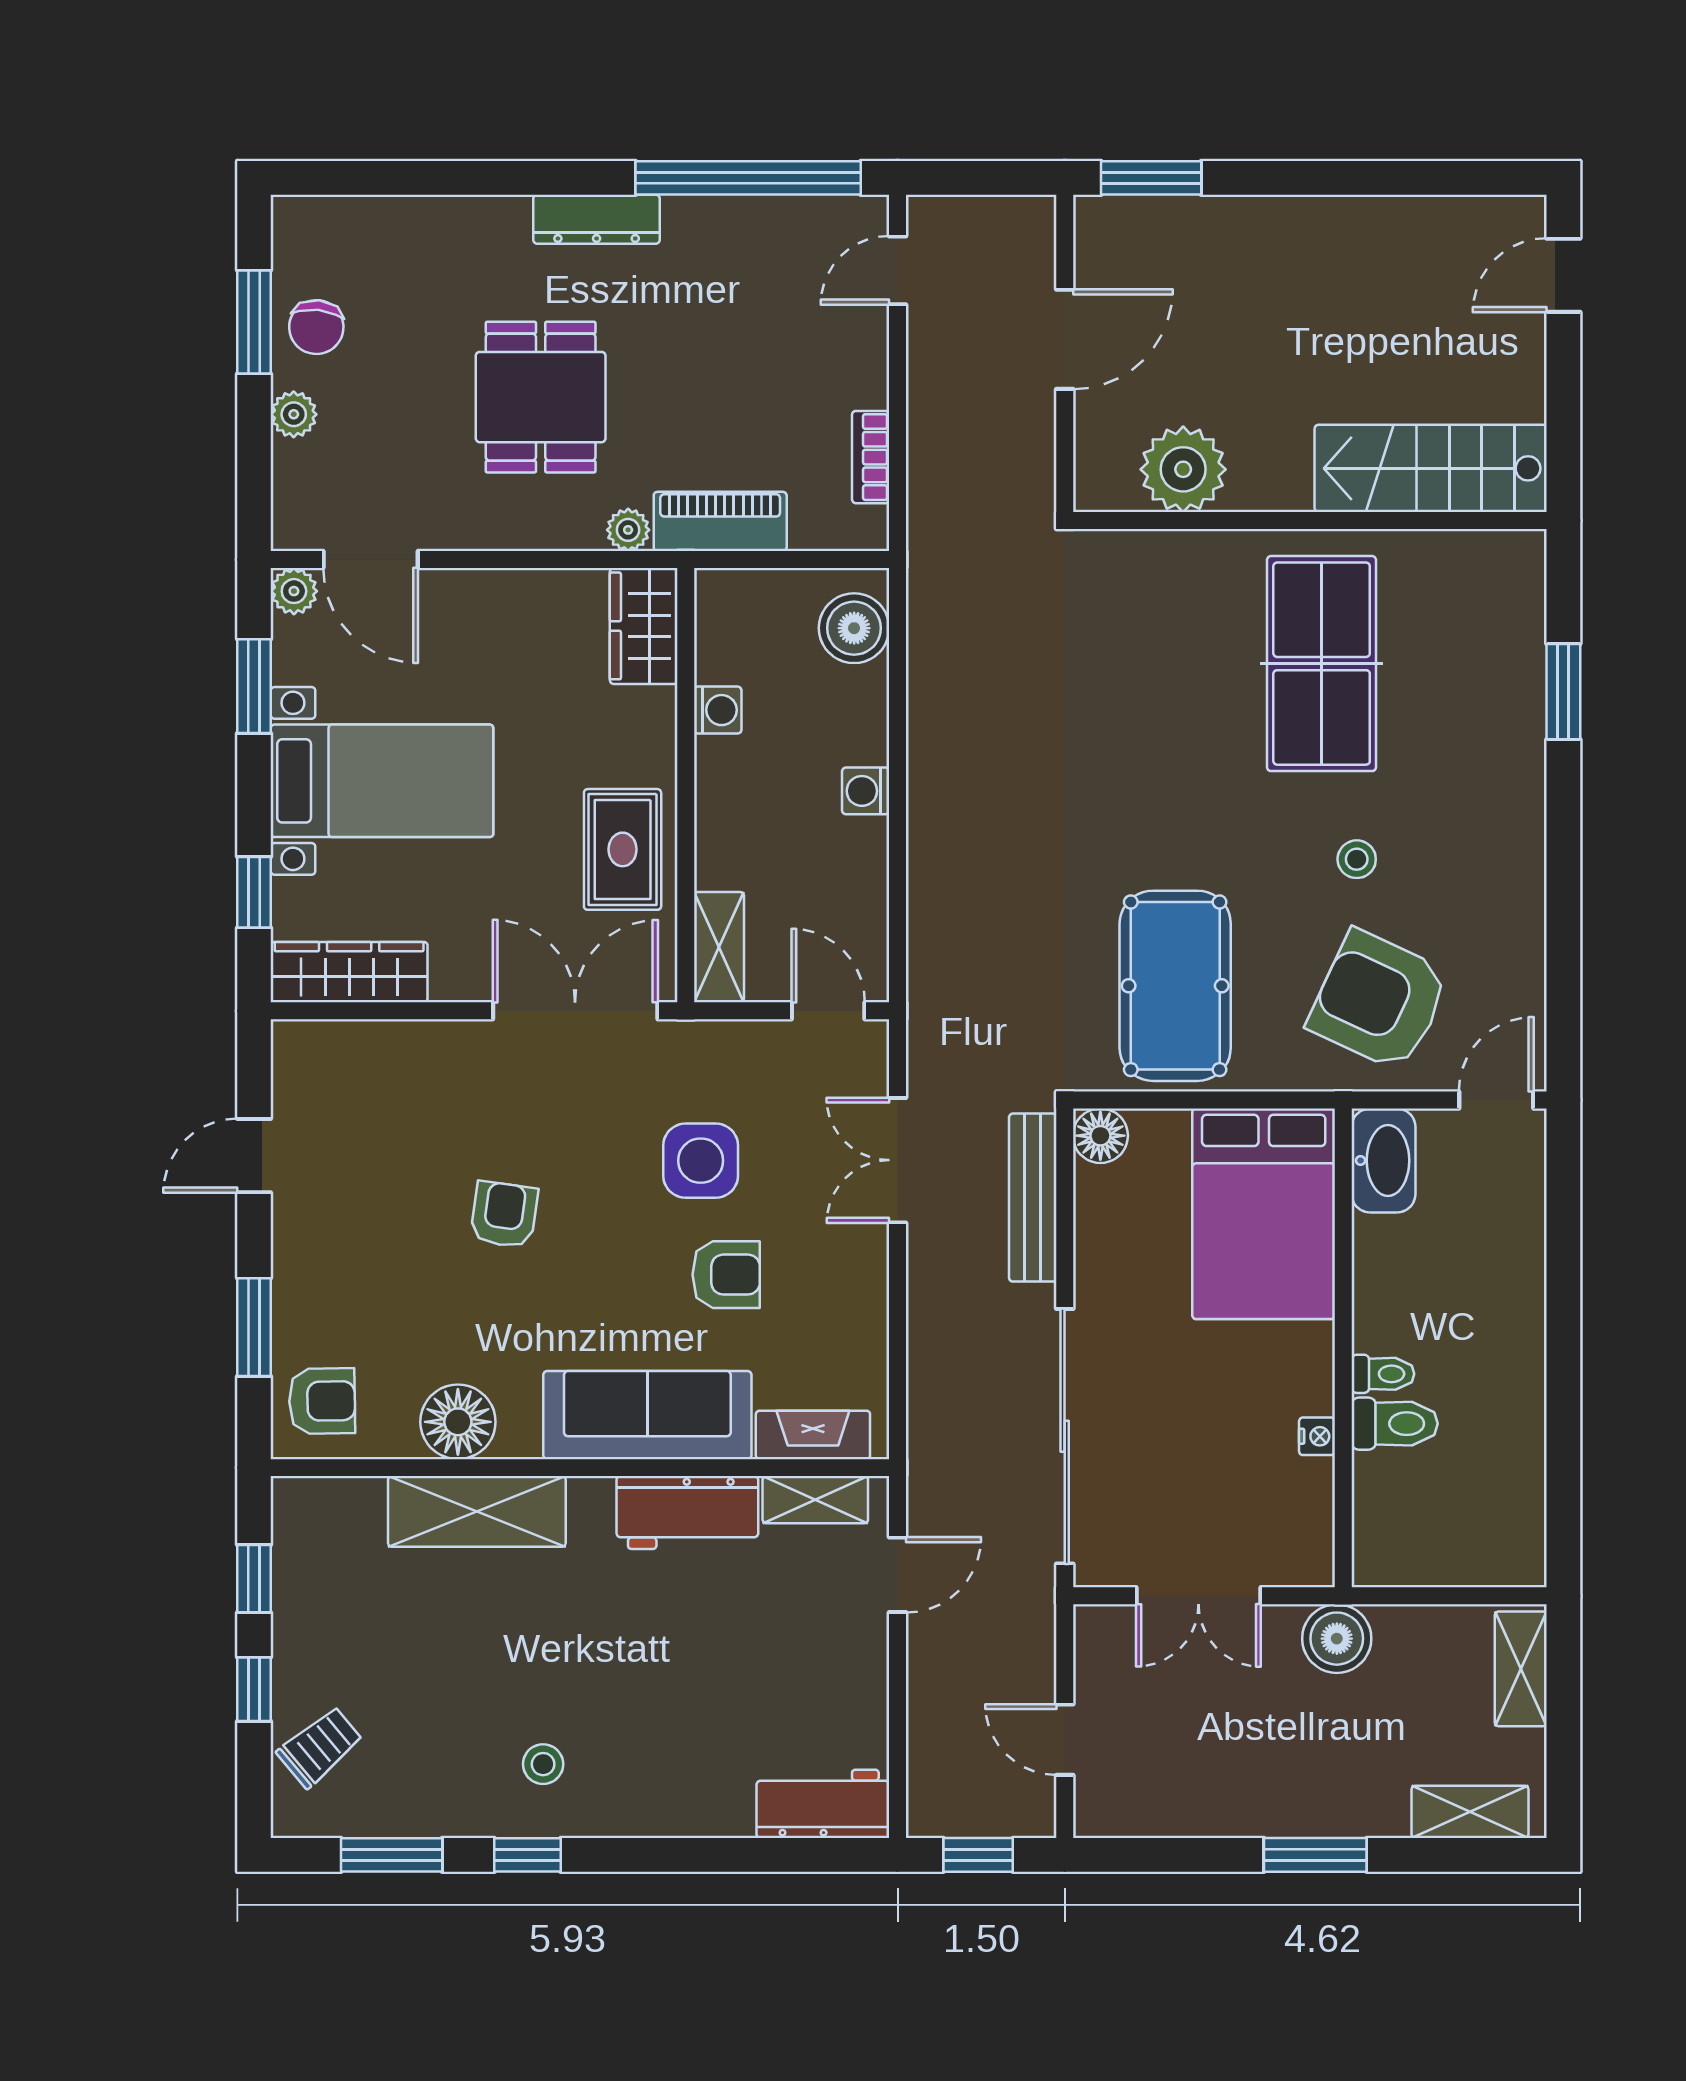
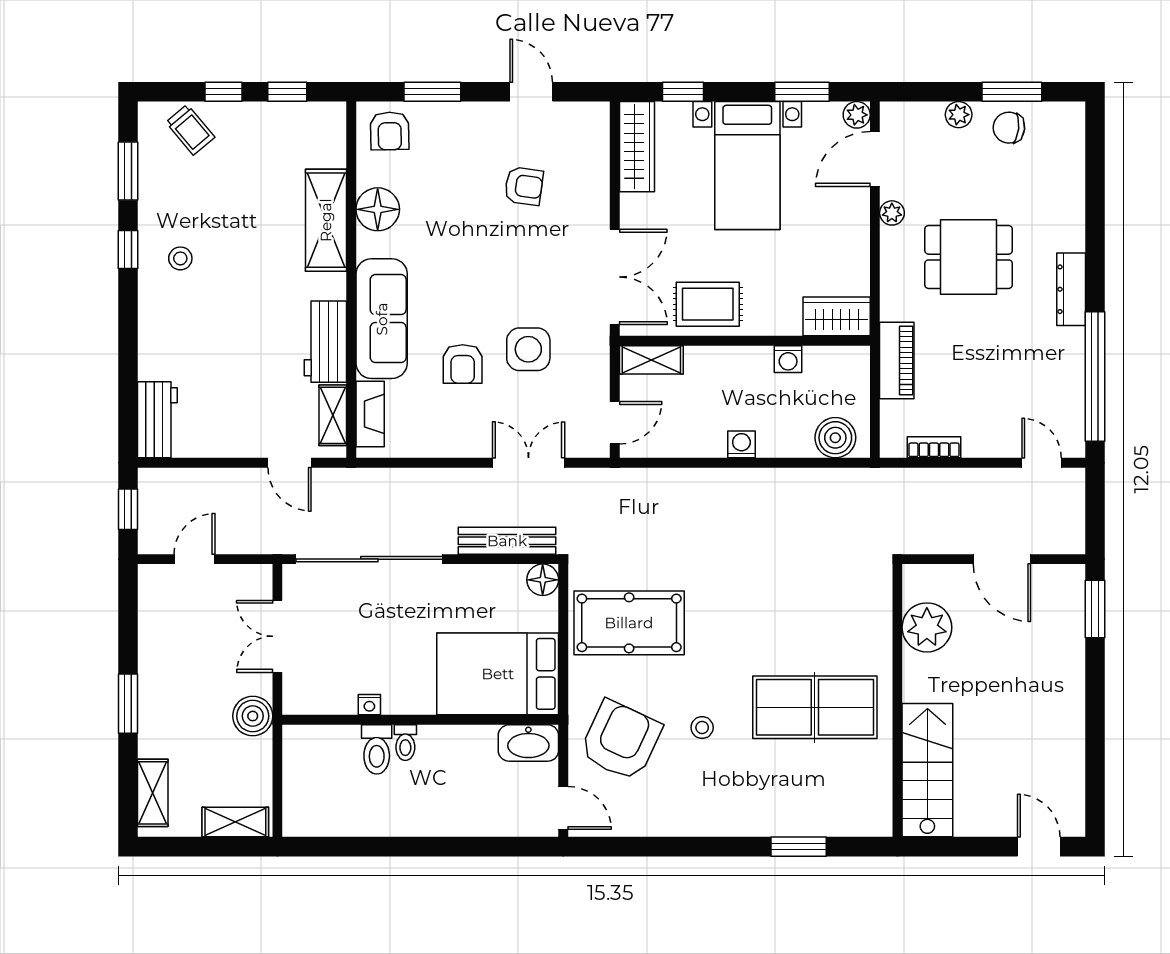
plant: (628, 530) -> (892, 213), moved
armchair: (504, 1215) -> (524, 186), moved

